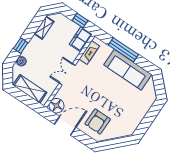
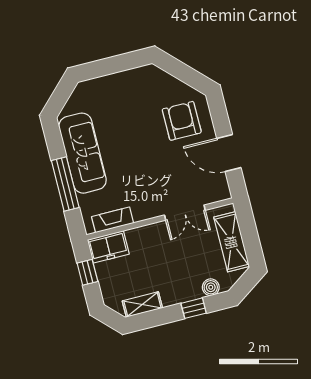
double door: (67, 74) -> (185, 213), moved
floor lamp: (56, 106) -> (217, 189), removed
armchair: (98, 122) -> (182, 121), turned -90

